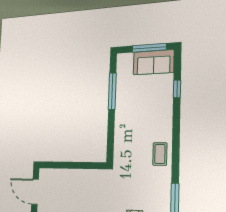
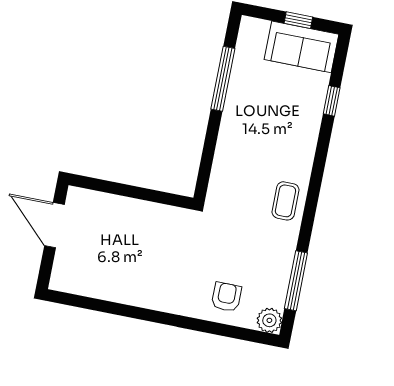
window: (149, 48) -> (298, 20), width x0.46

